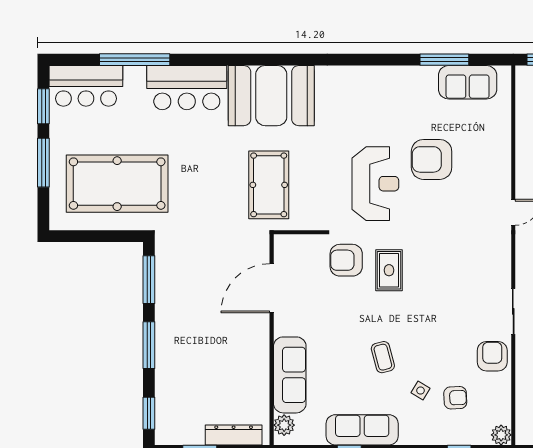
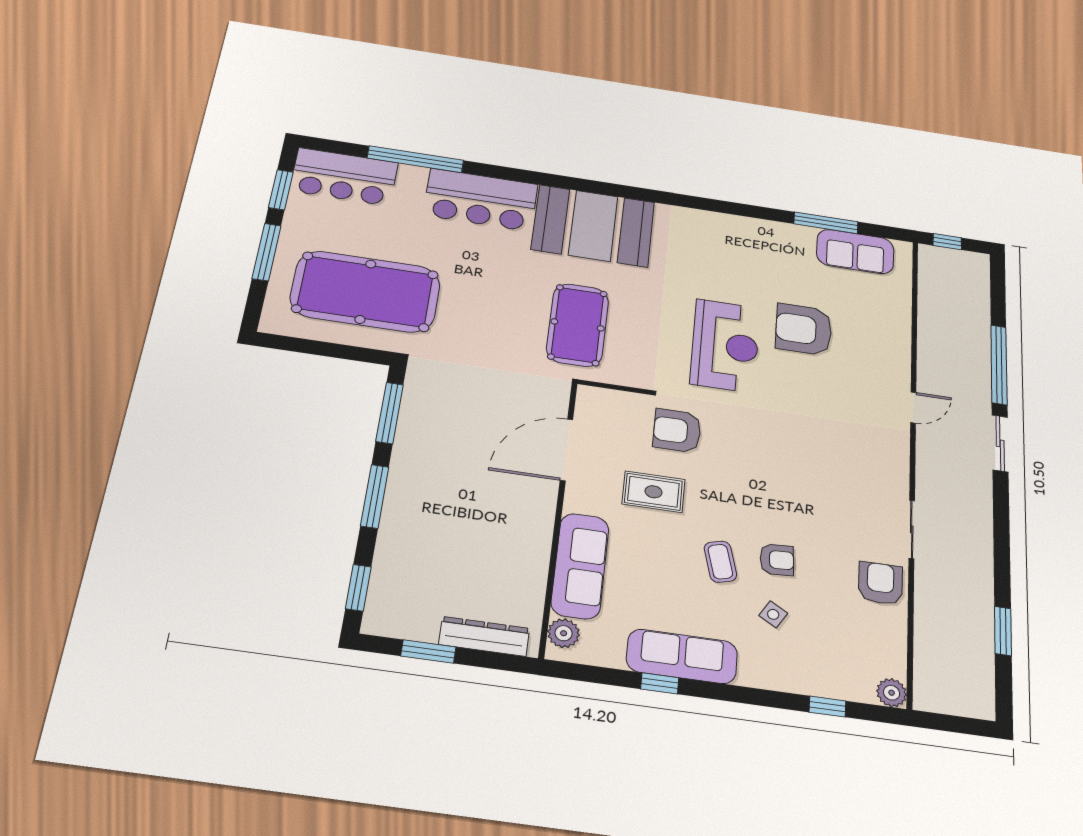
rug: (389, 270) -> (654, 492), moved, turned 90
armchair: (455, 398) -> (777, 560), moved

